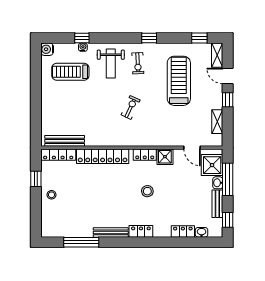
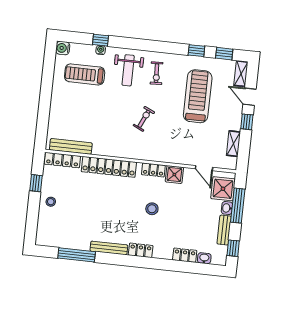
window: (149, 38) -> (196, 51), moved

